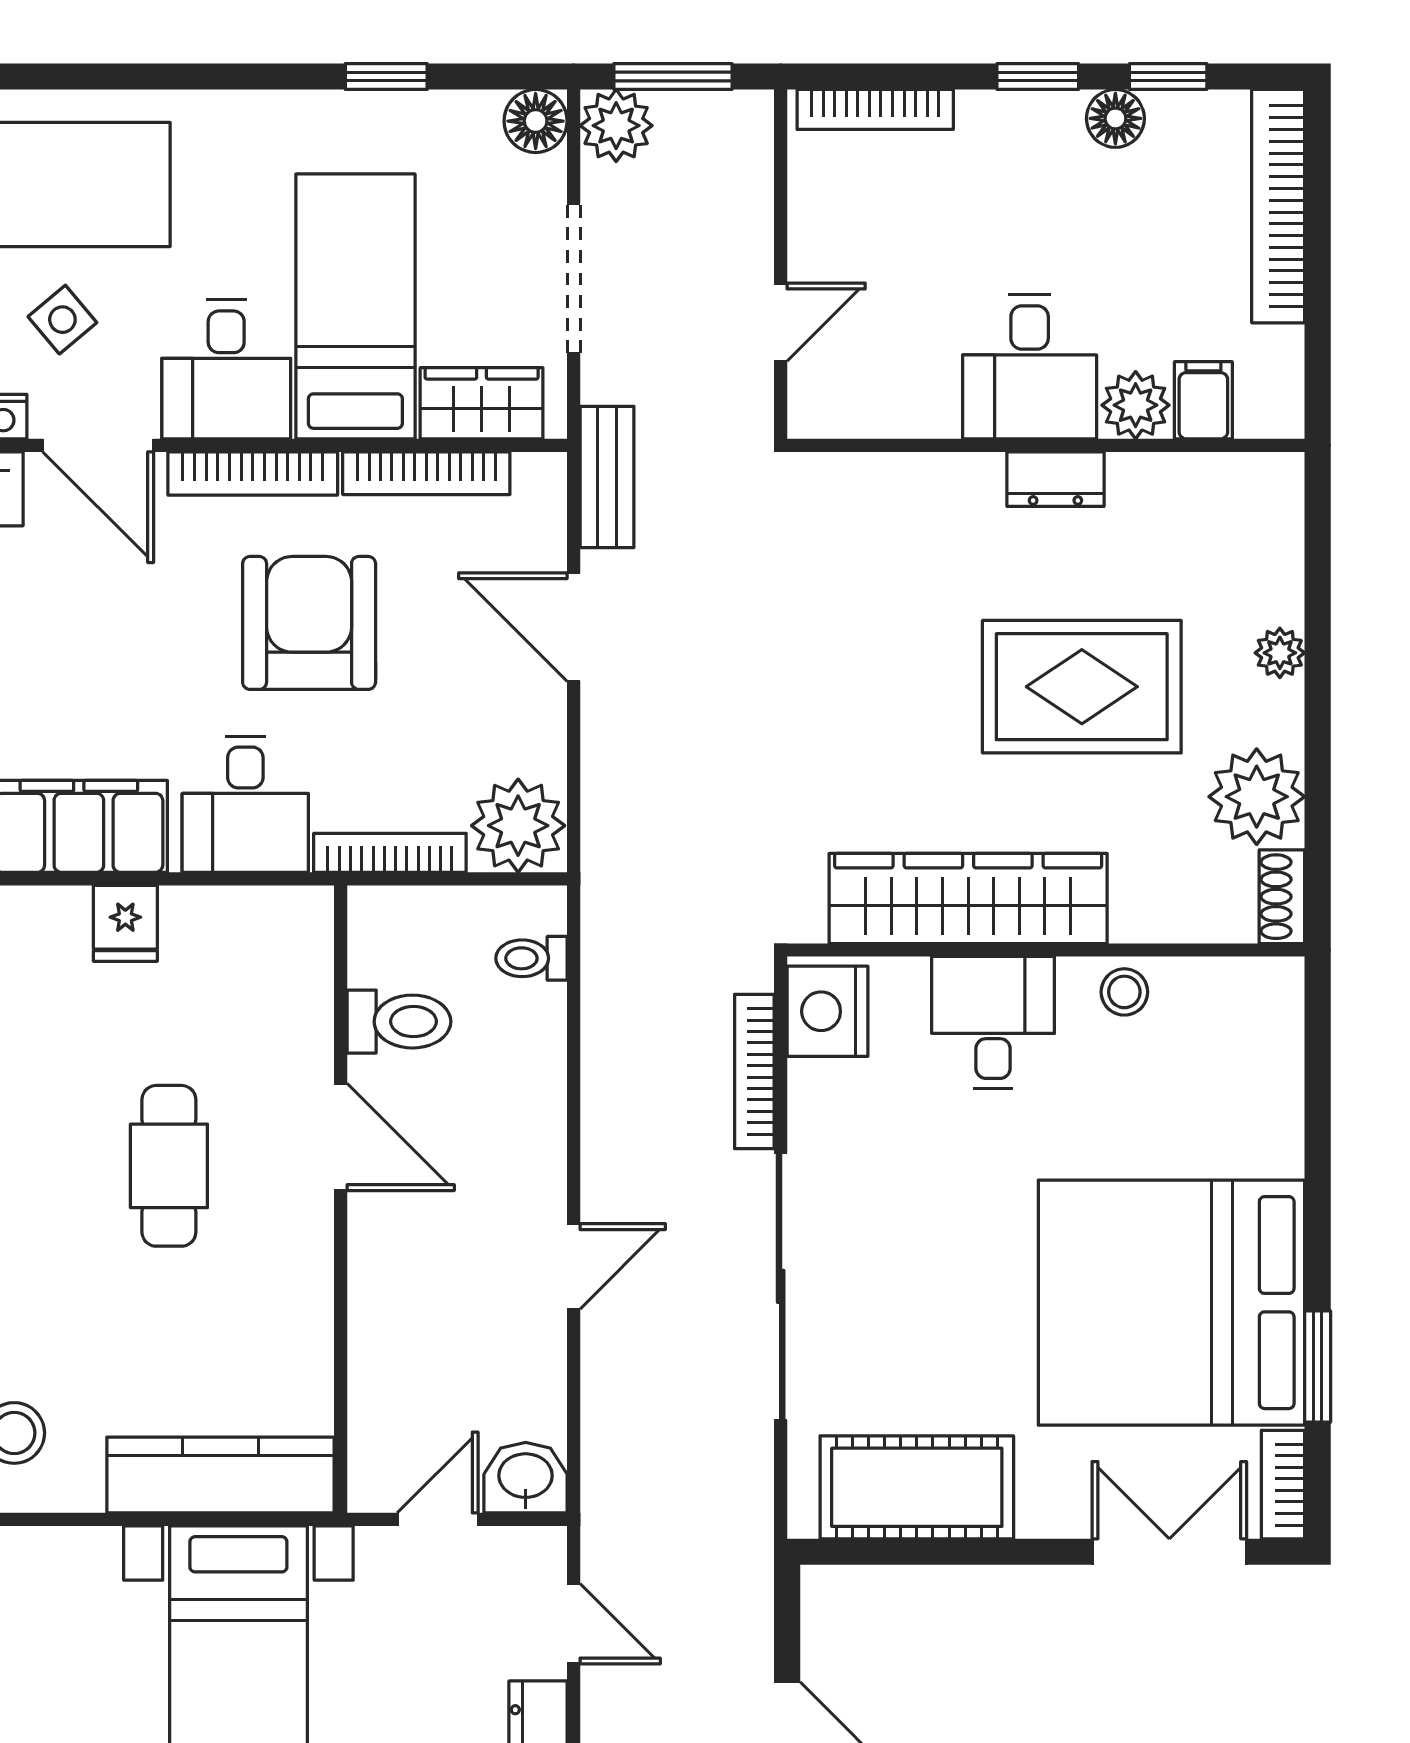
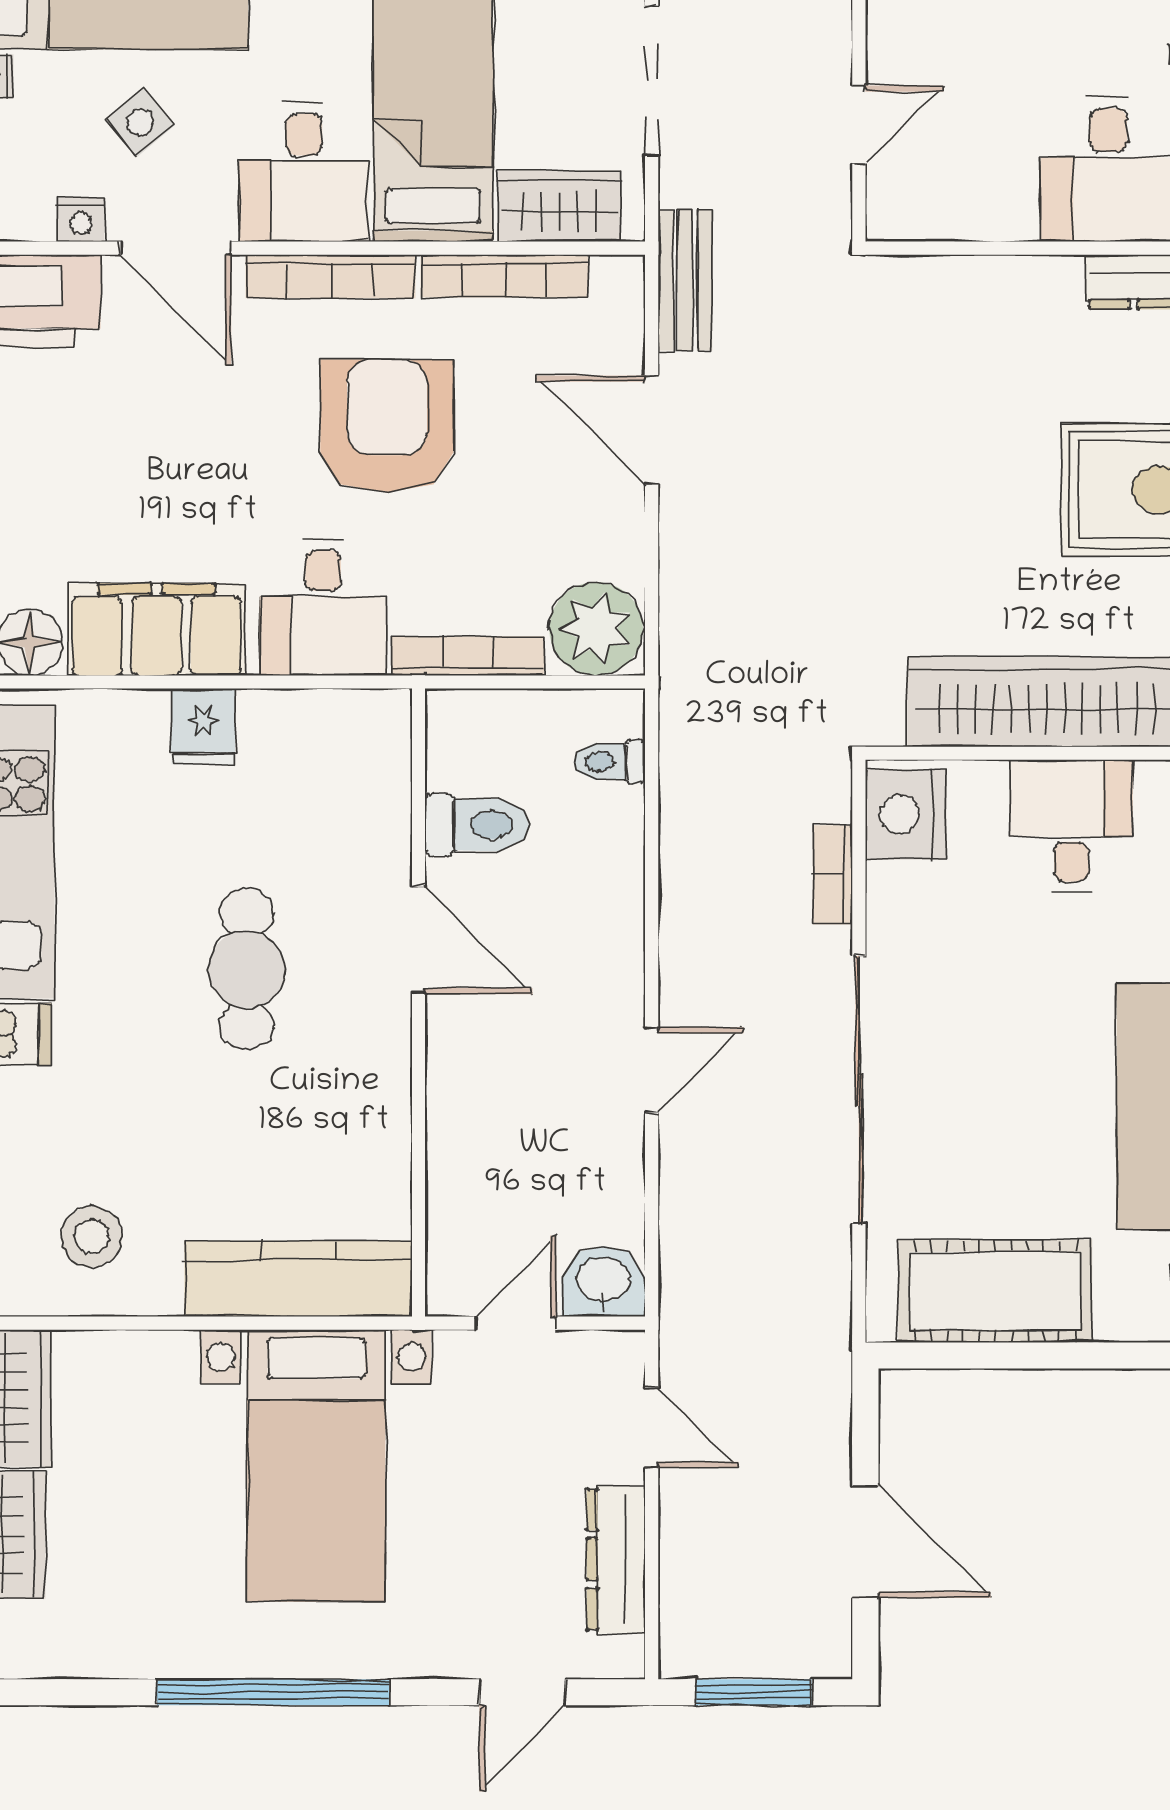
bookcase: (754, 1071) -> (833, 875), width x0.64

